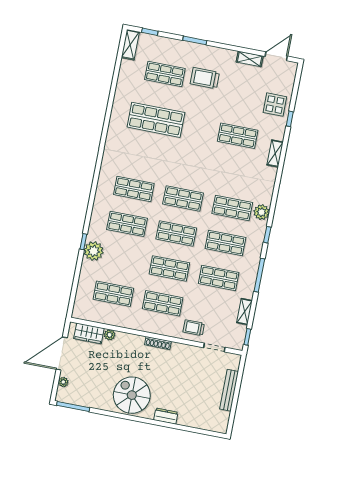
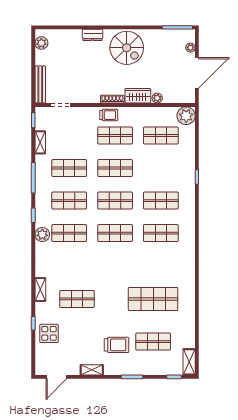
shelving: (250, 59) -> (92, 370), moved
plant: (94, 251) -> (186, 116), moved
trolley: (194, 328) -> (109, 115), moved
wardrobe: (89, 333) -> (138, 96), moved
bench: (229, 390) -> (40, 84), moved
plant: (222, 418) -> (41, 43), added

